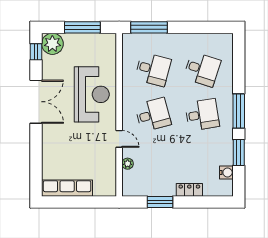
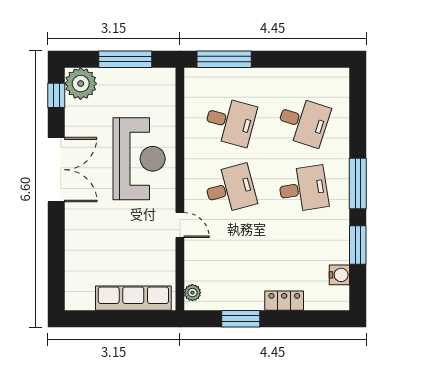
plant: (128, 164) -> (192, 293), moved
row of seats: (67, 188) -> (133, 298), moved

